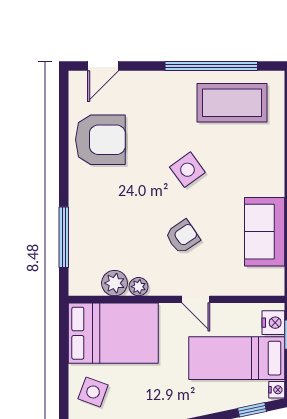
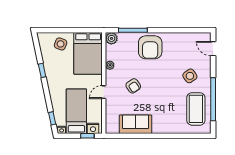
armchair: (100, 140) -> (150, 47), moved
side table: (187, 170) -> (190, 76), moved
plant: (115, 283) -> (111, 38), moved

